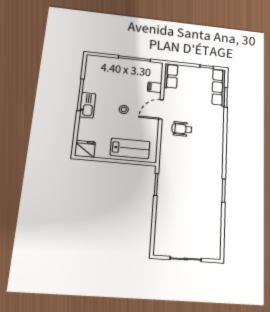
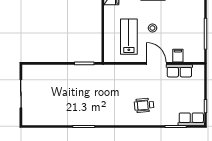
row of seats: (171, 76) -> (179, 71), moved
row of seats: (219, 87) -> (191, 119), width x0.68
wheelchair: (182, 129) -> (144, 105), moved, turned -95
lab bench: (130, 148) -> (129, 37), moved, turned 180

